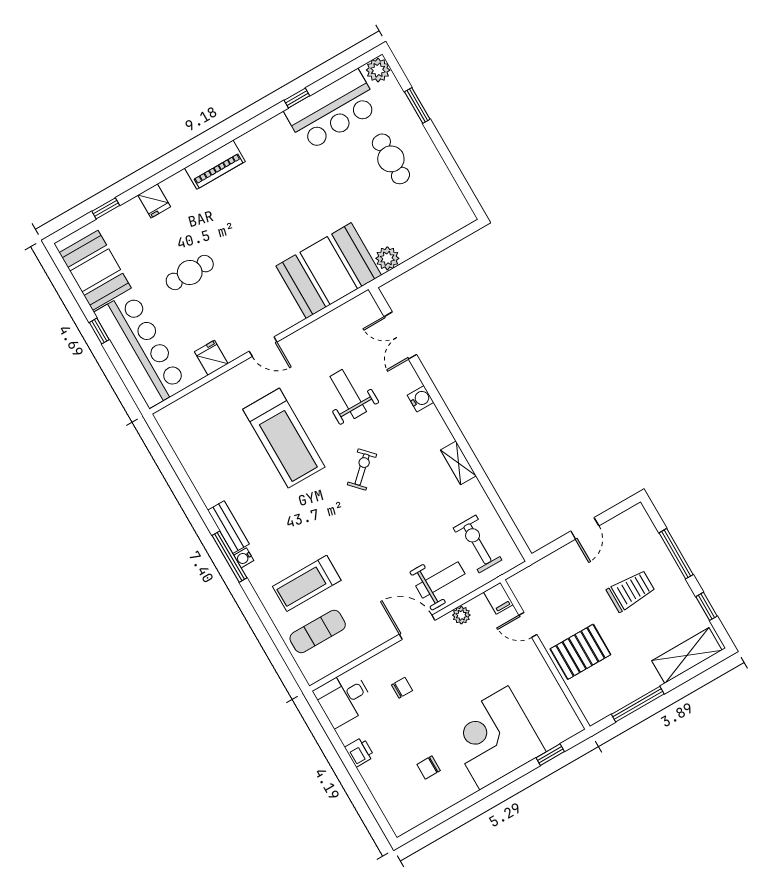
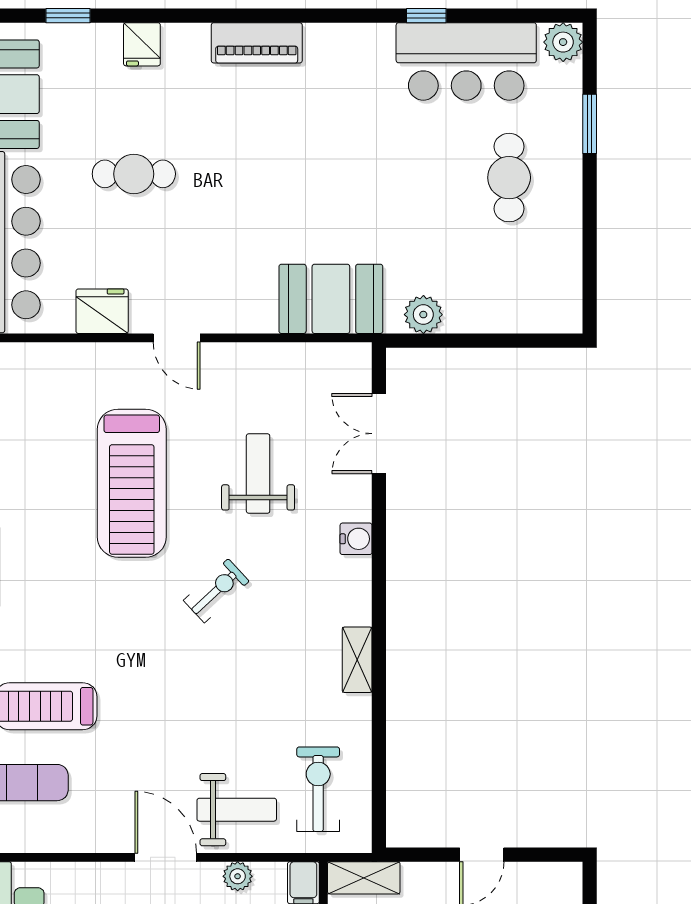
booth: (329, 271) -> (331, 299), width x0.73, depth x0.70
fridge: (211, 358) -> (102, 311), width x1.38
shelving: (529, 577) -> (364, 878), added

